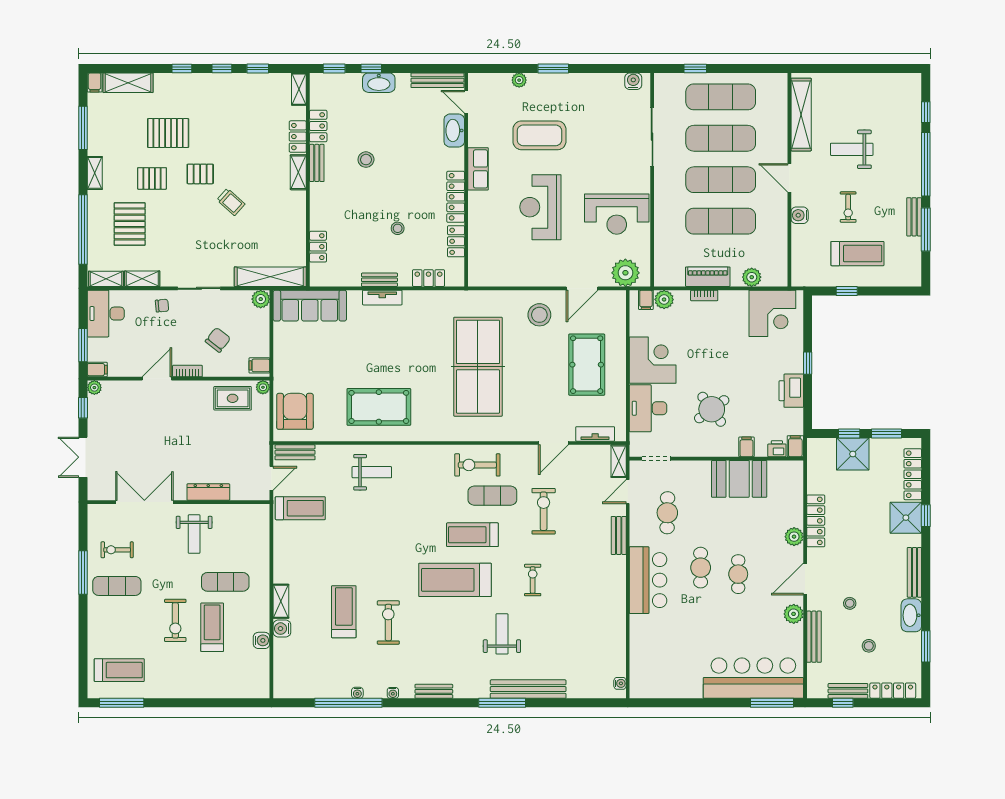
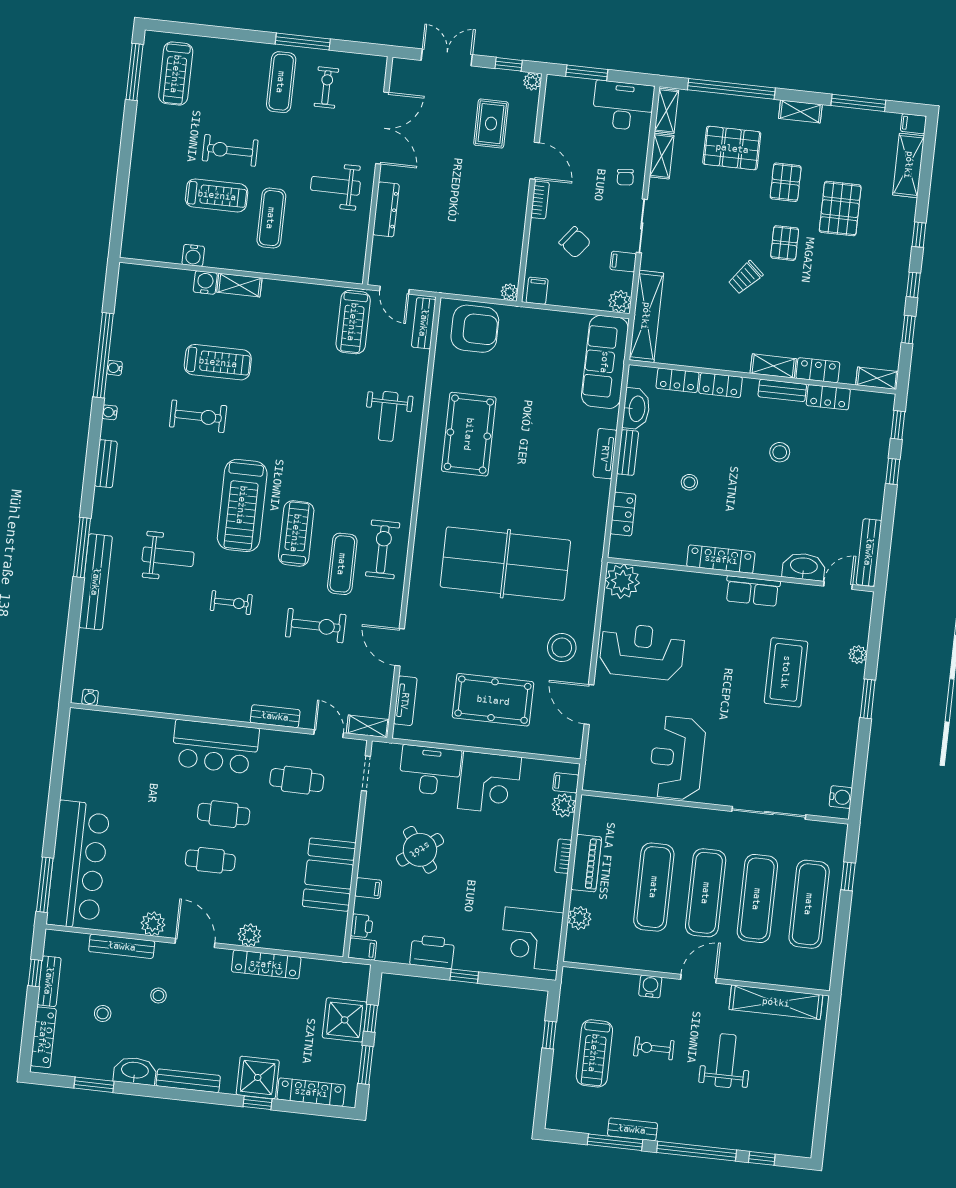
washbasin: (379, 83) -> (636, 409), moved, turned 180
reception desk: (540, 207) -> (642, 651), moved
locker: (456, 241) -> (721, 385), moved, turned 180
plant: (625, 273) -> (622, 581), moved
filing cabinet: (97, 370) -> (623, 262), moved, turned 90
rug: (233, 398) -> (491, 124), moved
treadmill: (455, 580) -> (242, 505), turned 180

